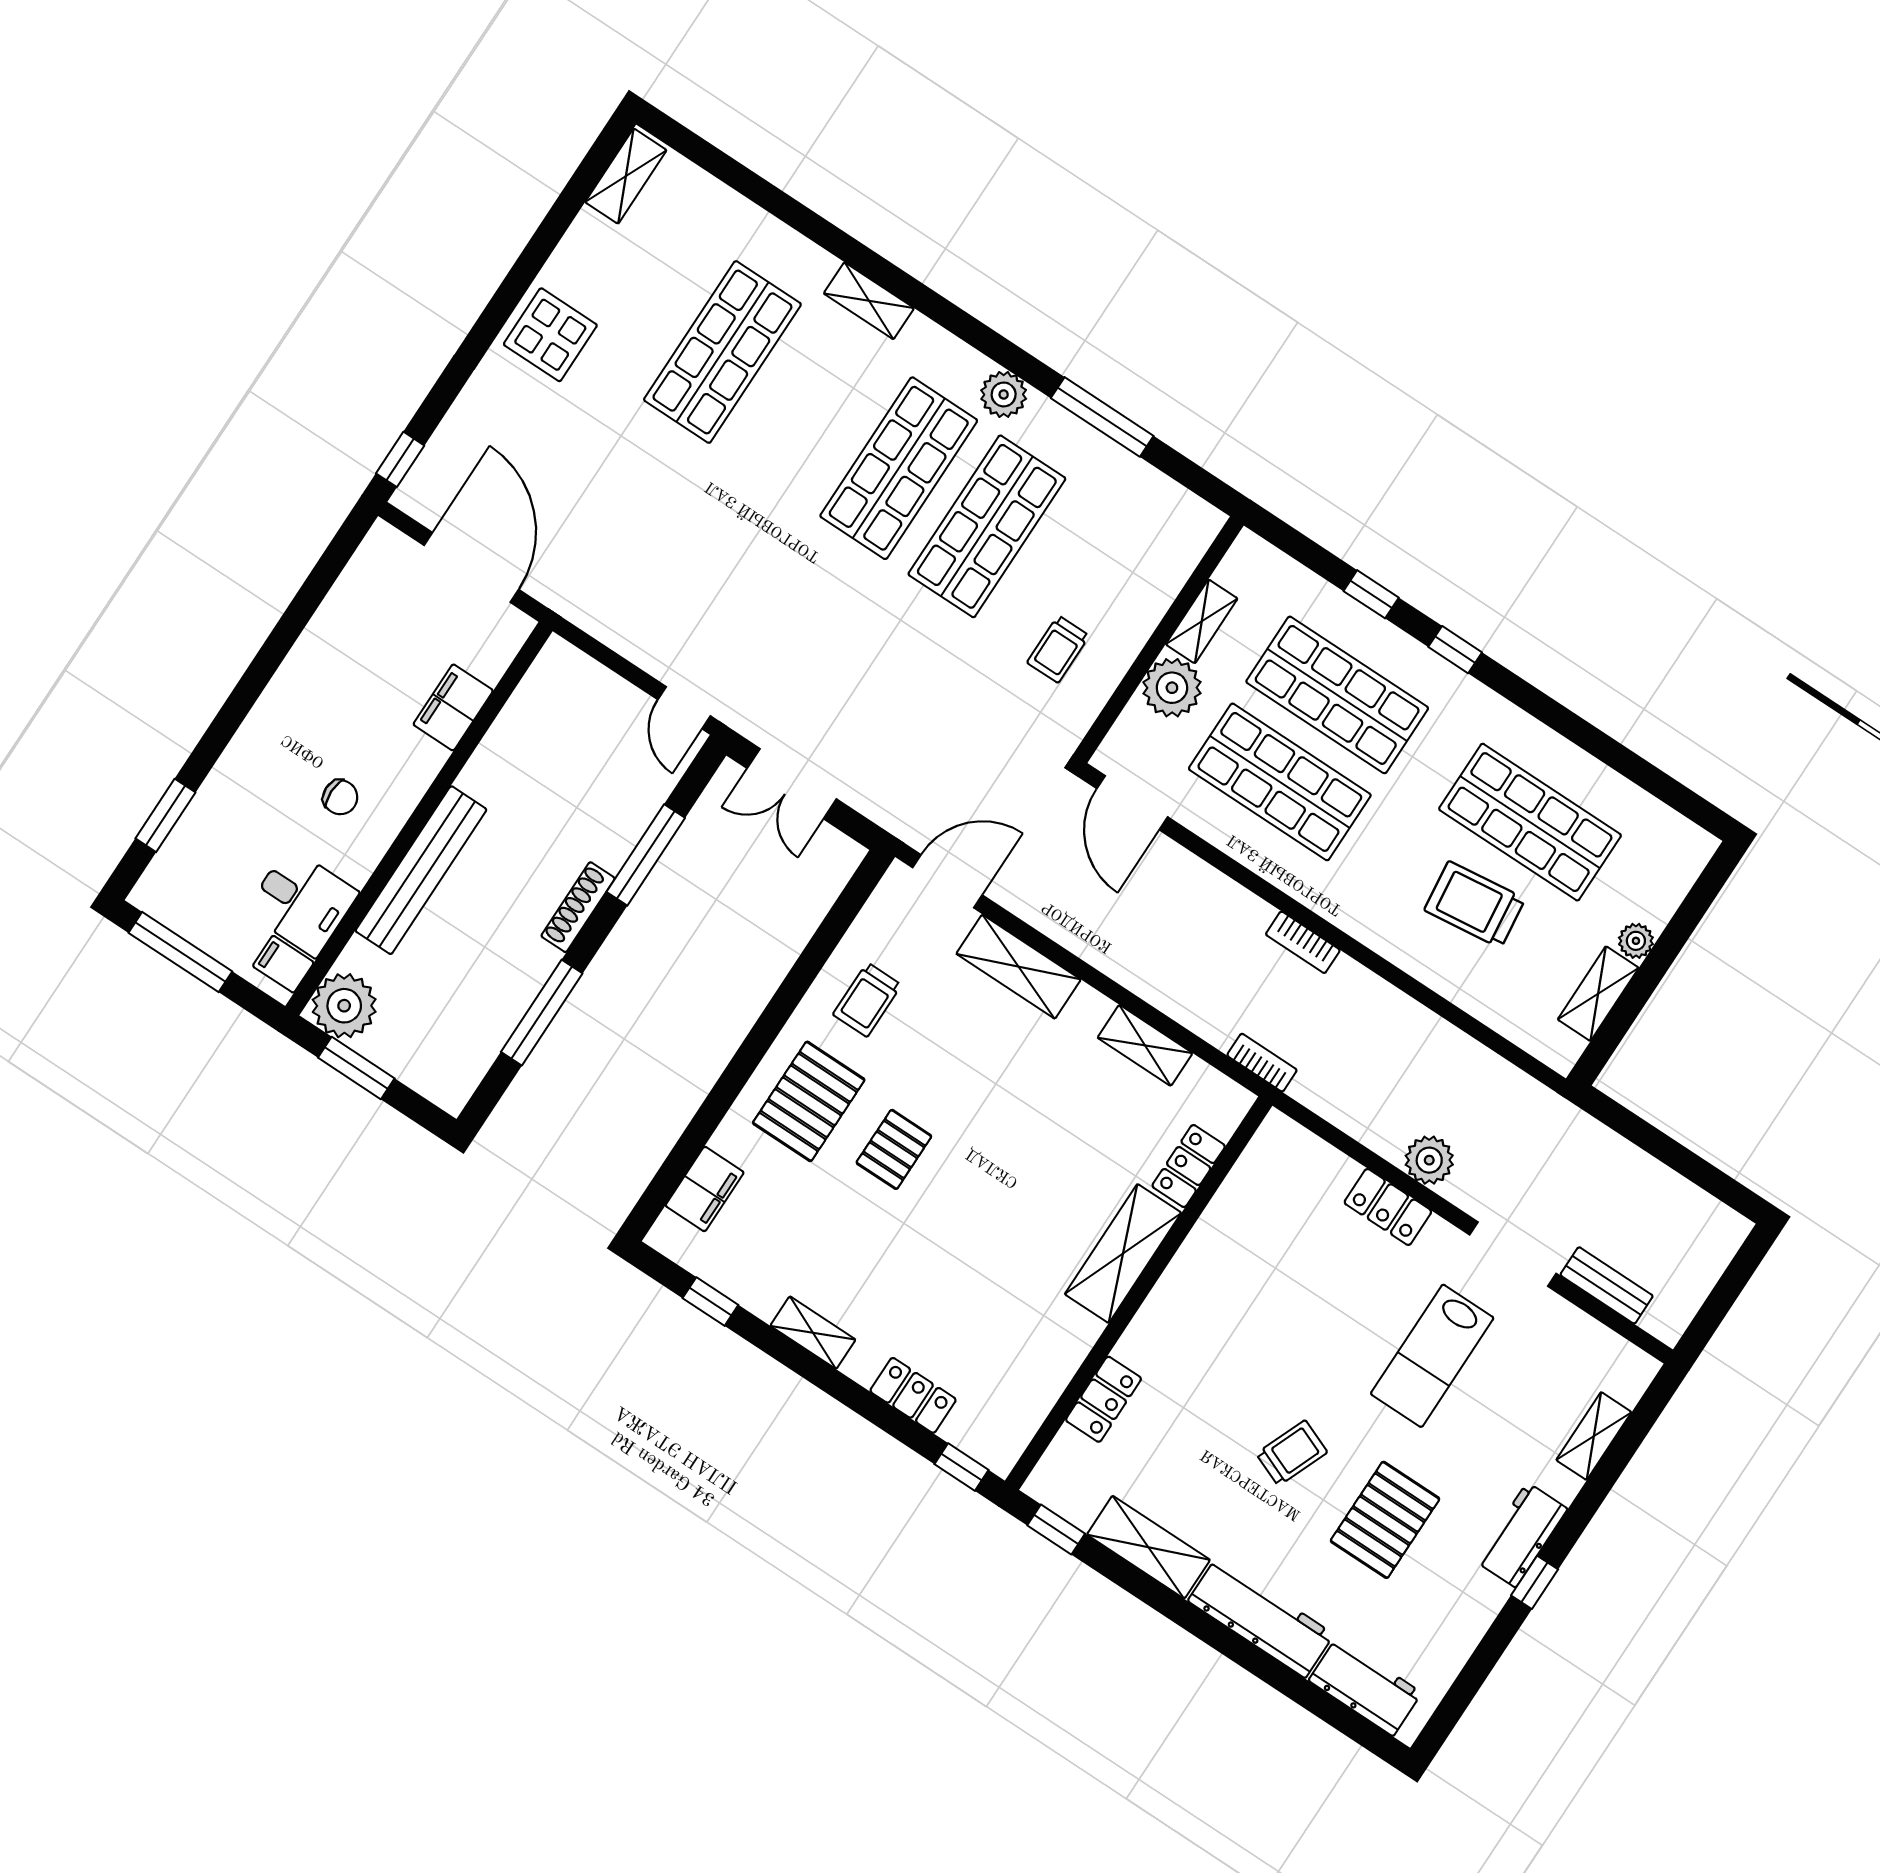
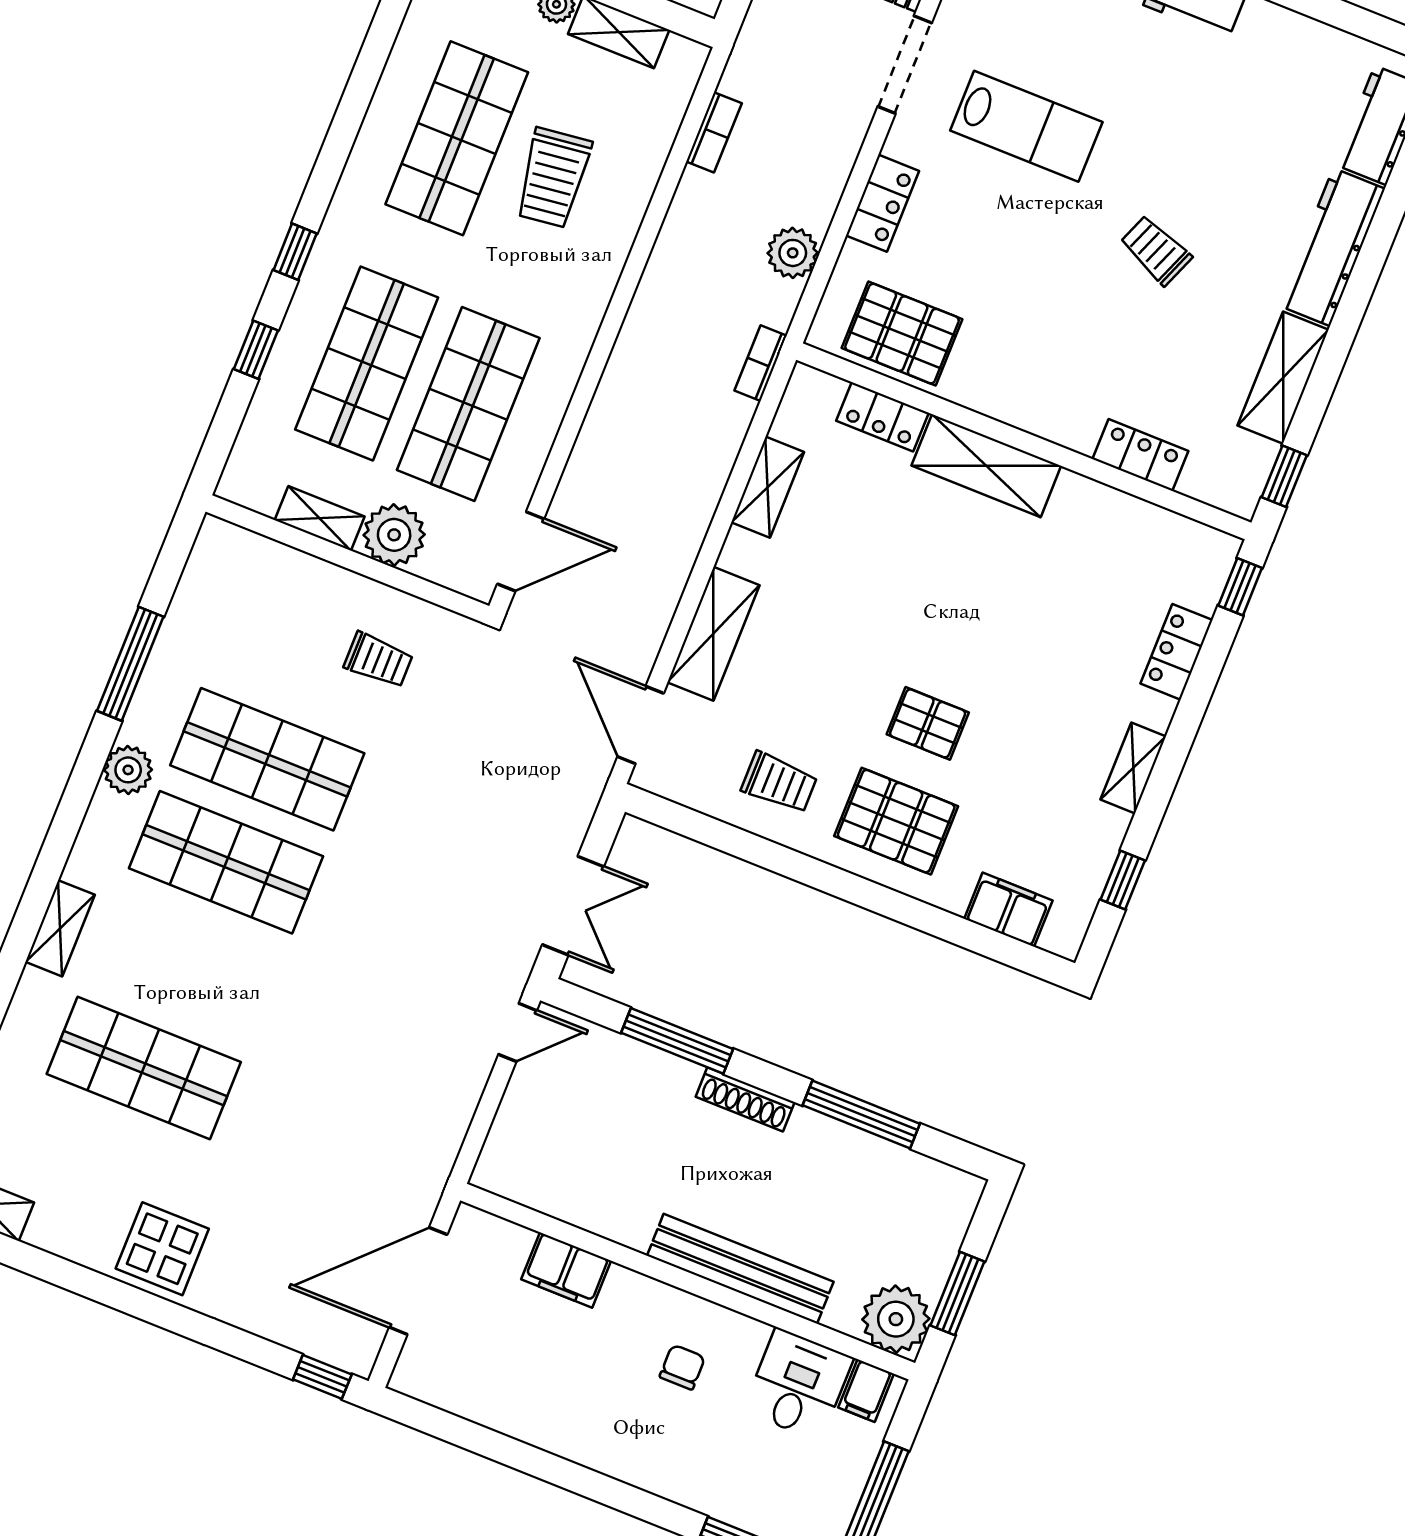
bookcase: (1303, 942) -> (714, 132), moved
plant: (1429, 1160) -> (793, 253), moved
pallet: (1385, 1520) -> (902, 334), moved

